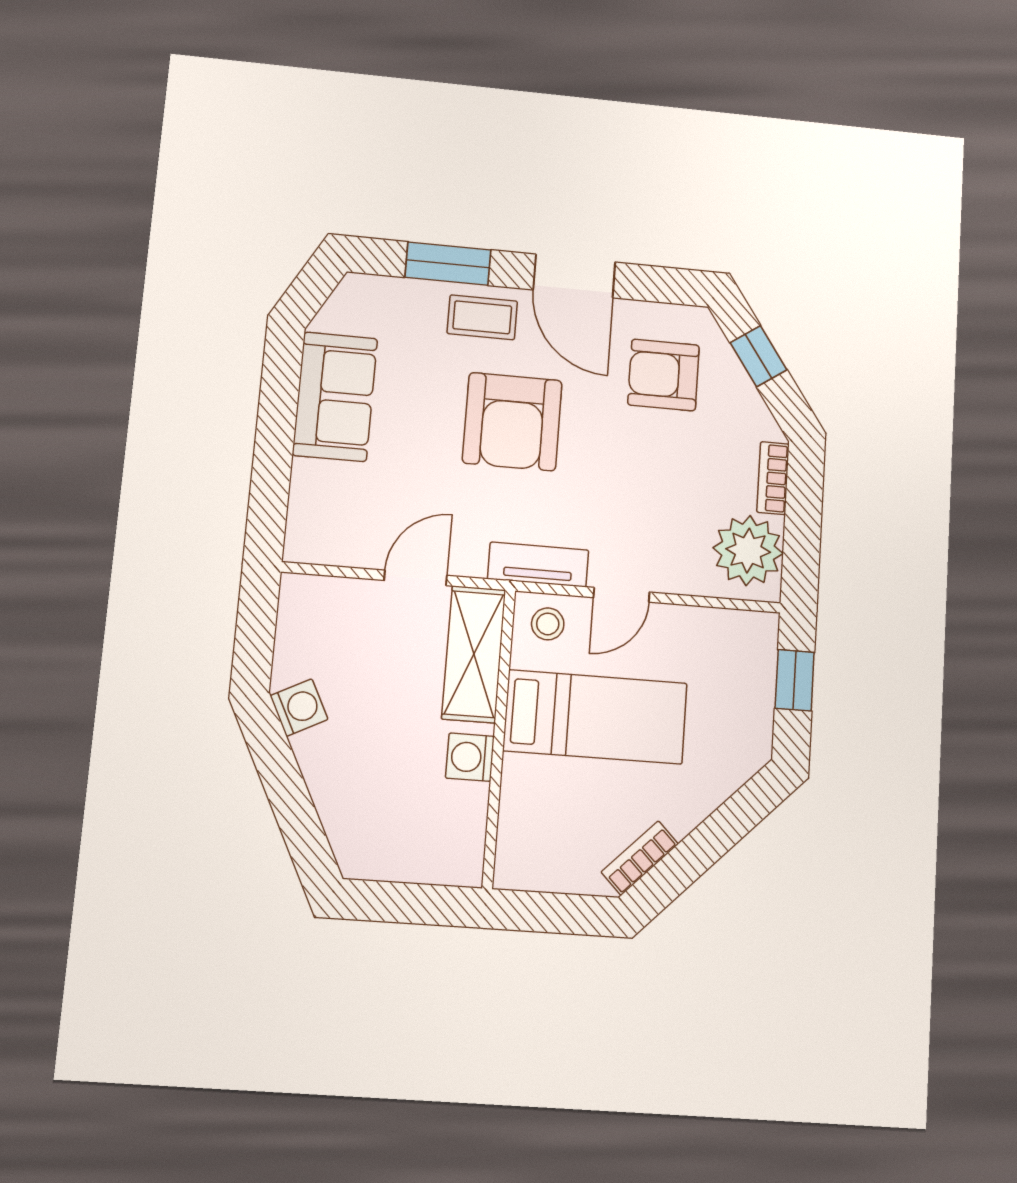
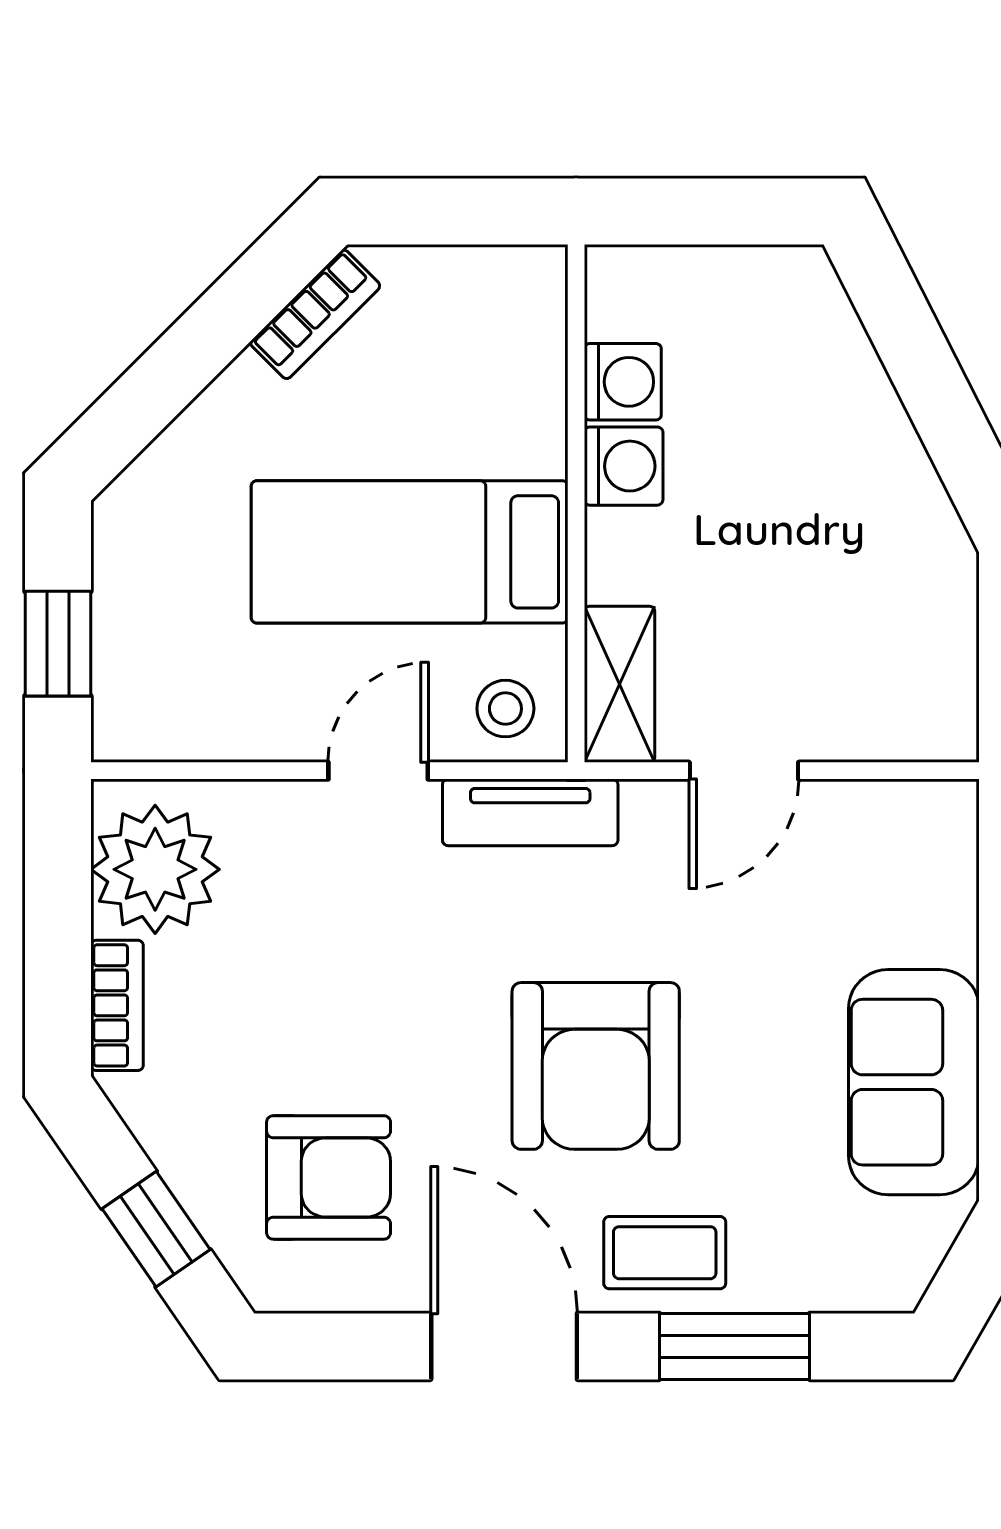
armchair: (512, 422) -> (596, 1066), turned 180
shelving: (474, 654) -> (620, 684), width x0.67, depth x0.75
washing machine: (299, 708) -> (623, 382), moved, turned -153

